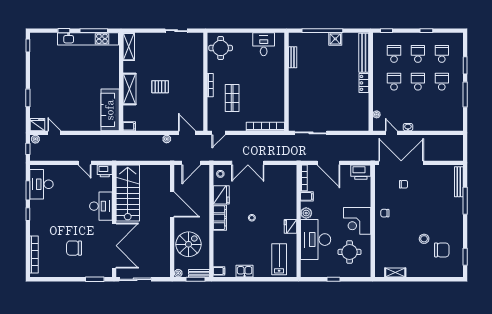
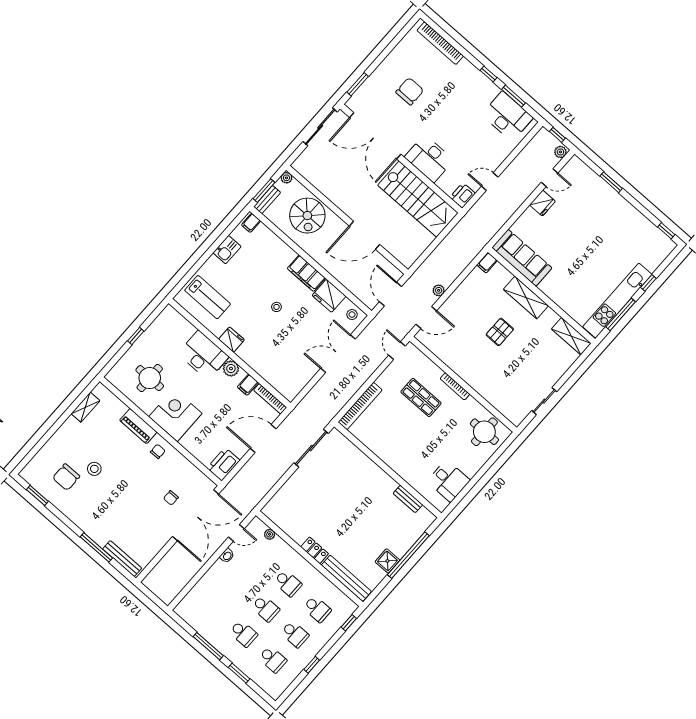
fridge: (38, 125) -> (542, 203), moved
piano: (381, 235) -> (138, 426), added
desk: (316, 240) -> (203, 355), width x0.73, depth x0.77

